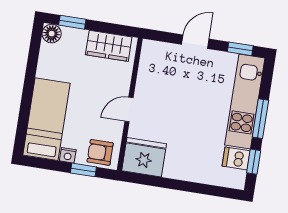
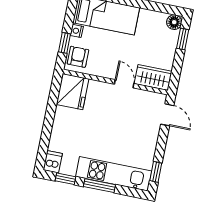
door: (195, 42) -> (167, 115), moved
wardrobe: (109, 46) -> (153, 77), moved, turned 90
door: (129, 110) -> (124, 84), moved
dishwasher: (236, 158) -> (53, 162), moved

